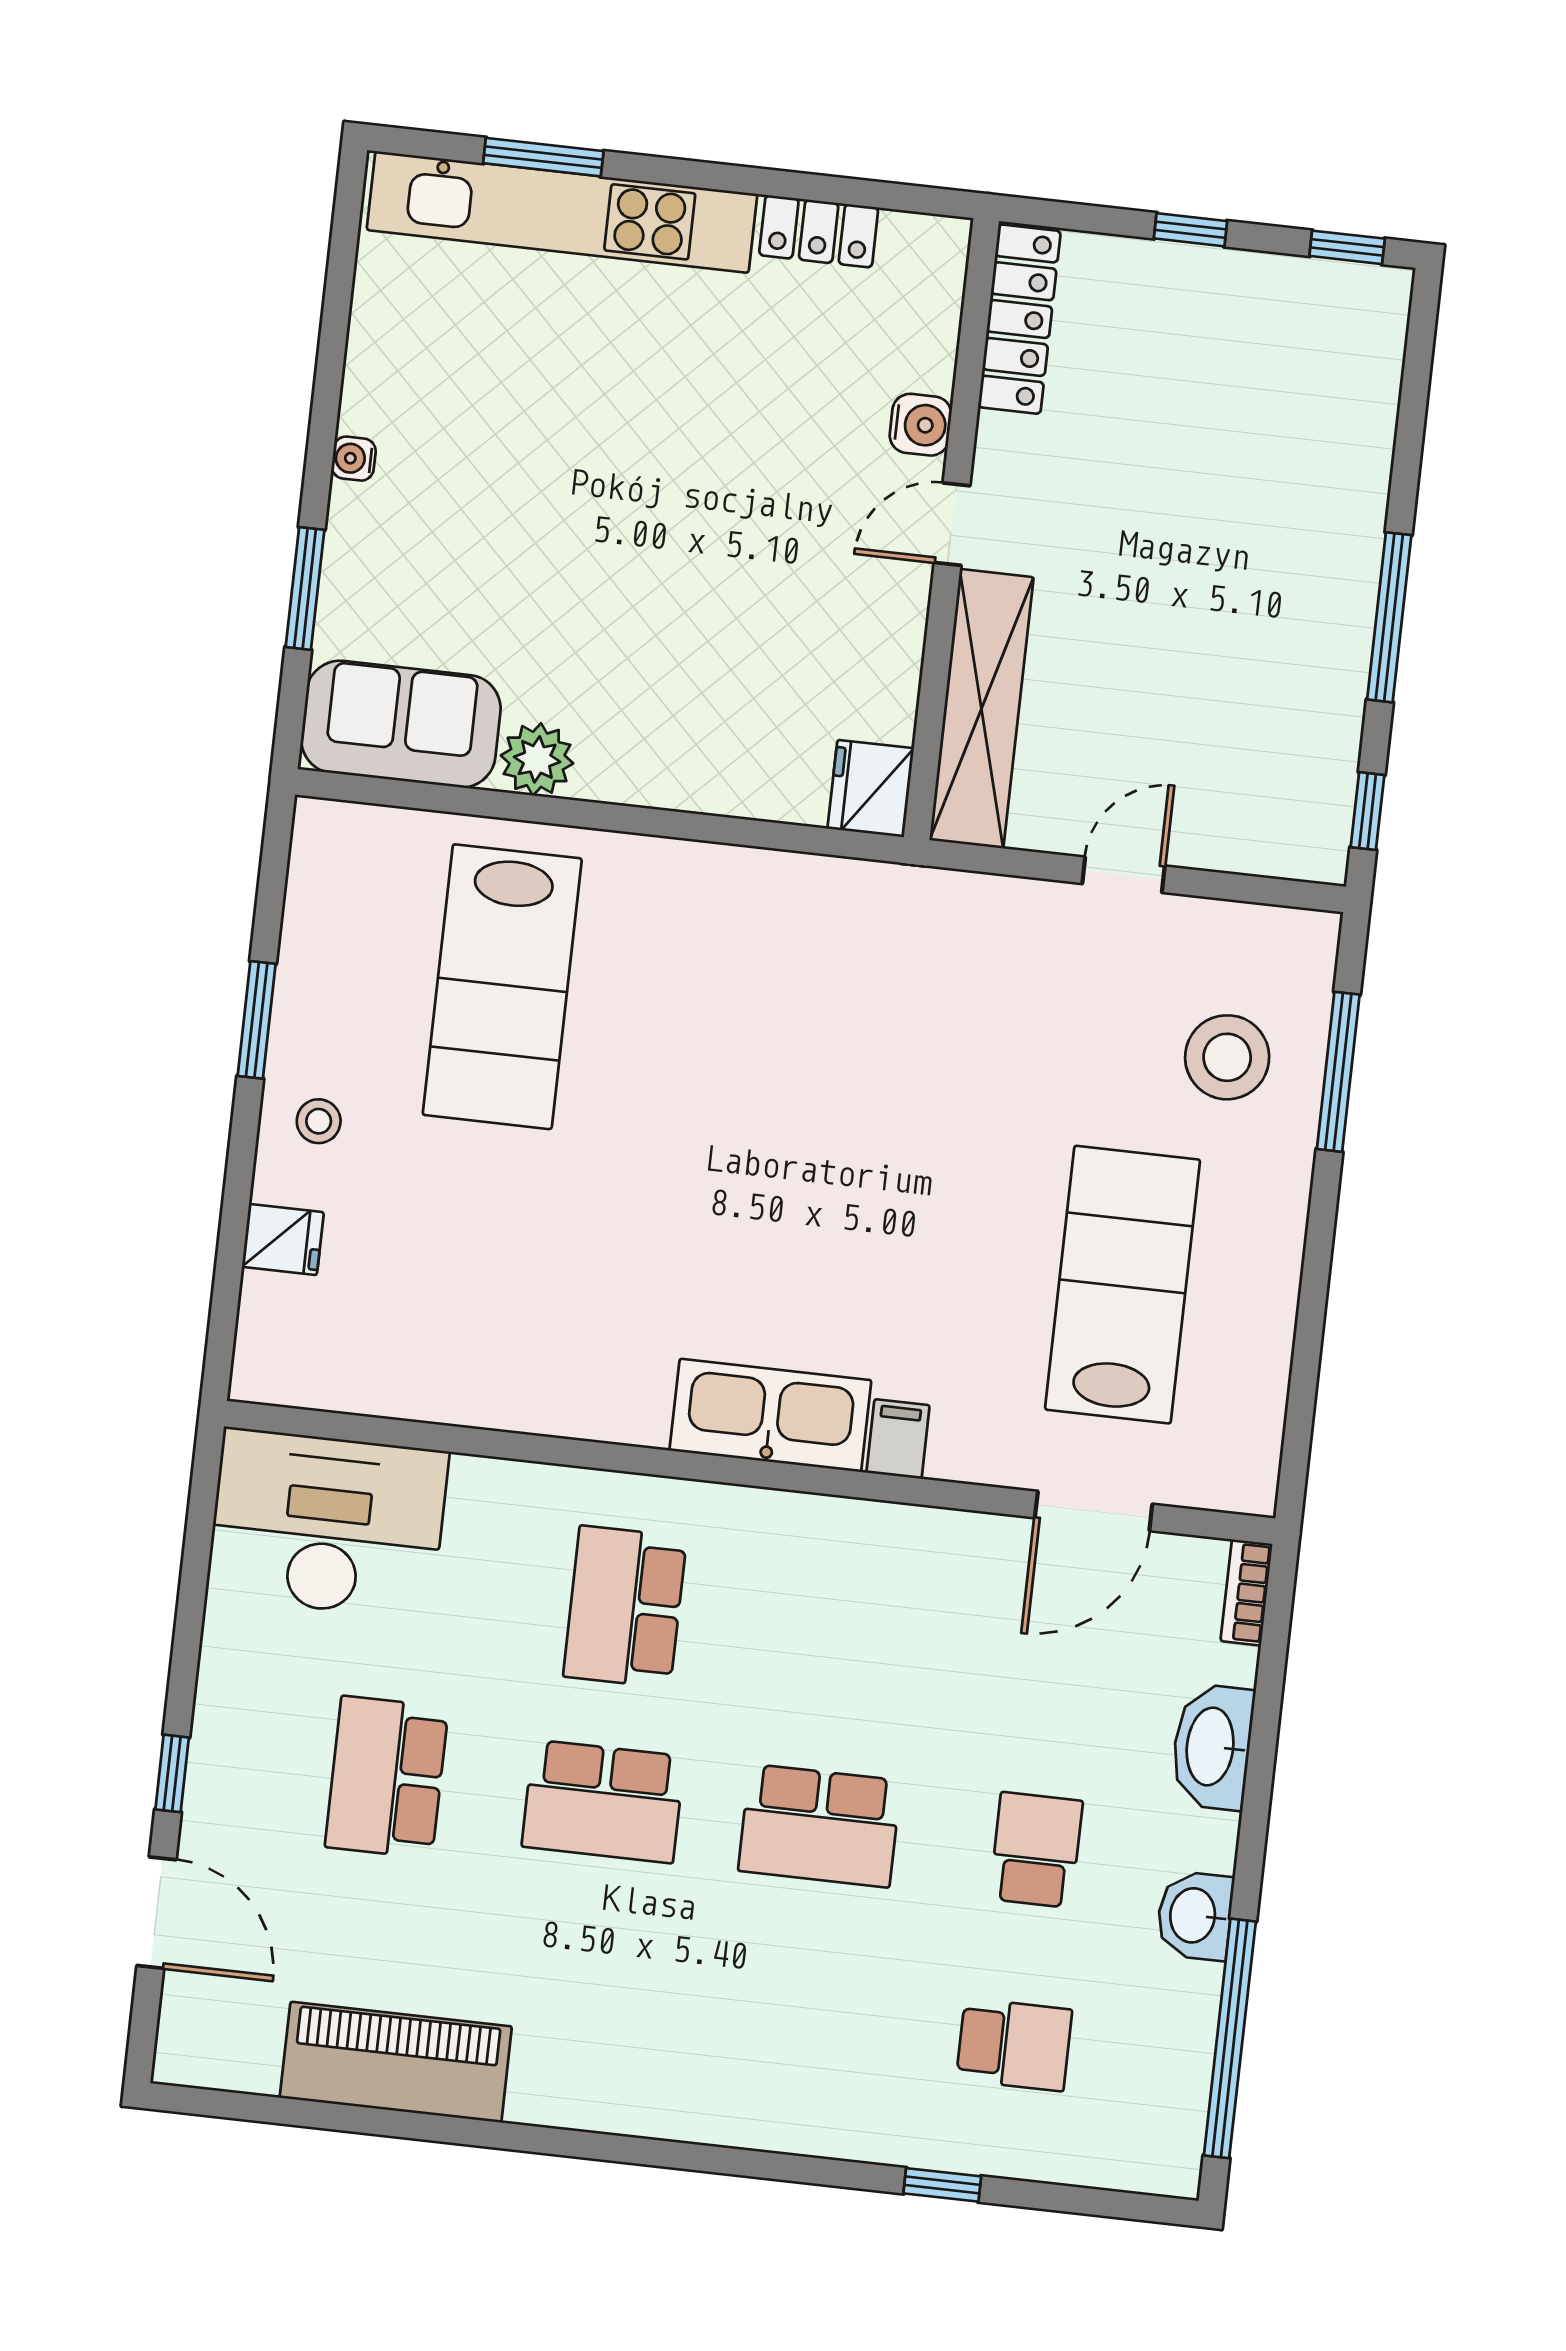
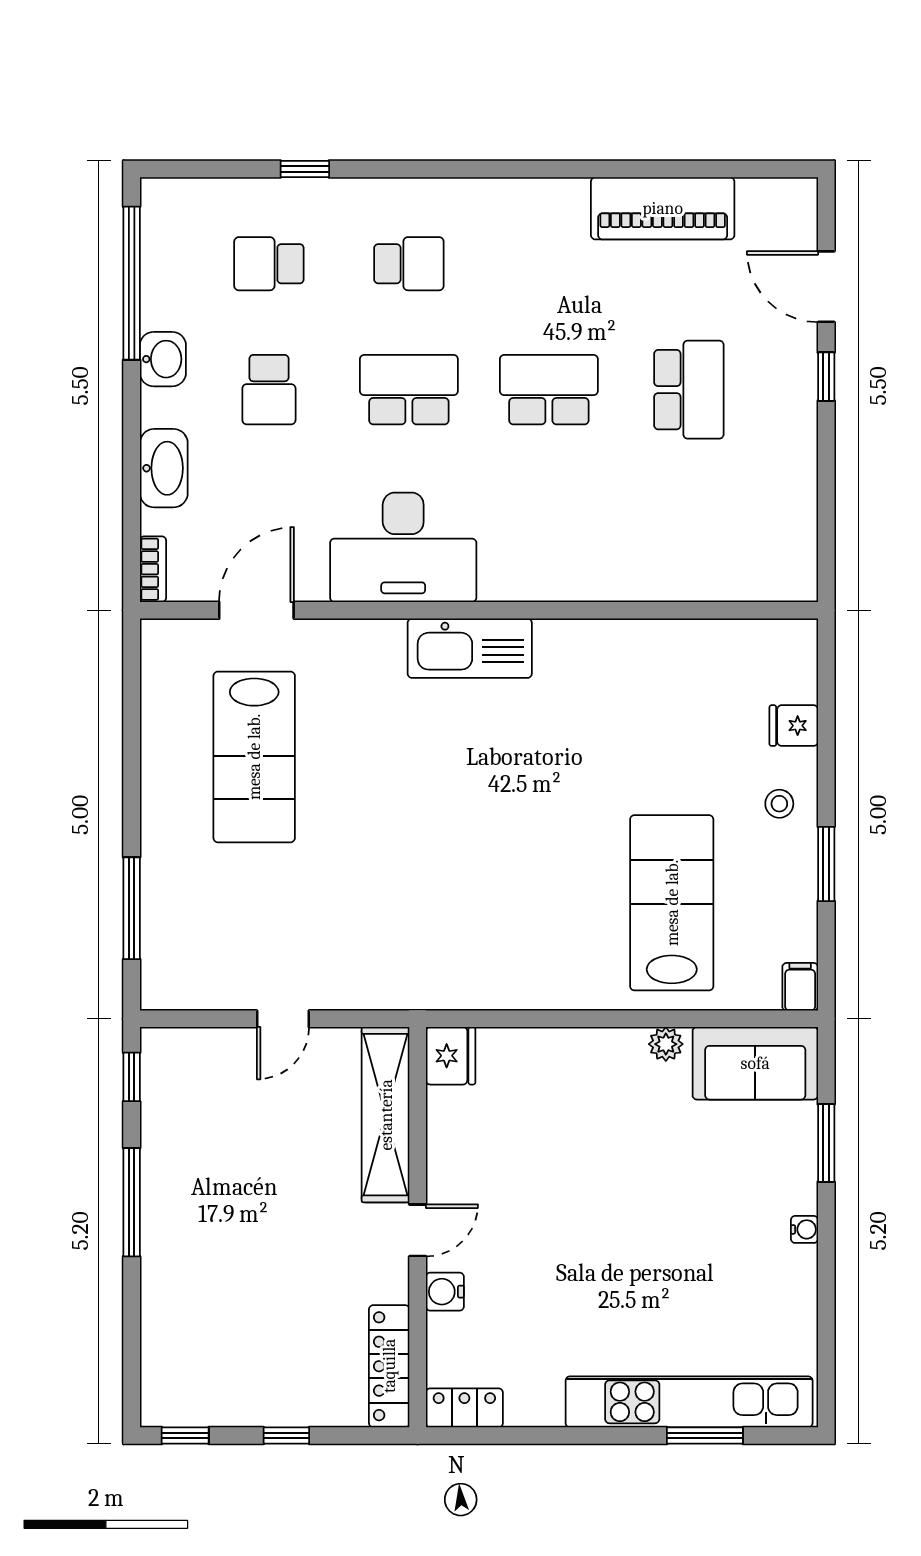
locker: (819, 231) -> (464, 1408), moved
plant: (537, 759) -> (666, 1044), width x0.73, depth x0.73
stool: (1227, 1057) -> (204, 910), removed
filing cabinet: (898, 1439) -> (800, 987), moved, turned 180
desk: (327, 1524) -> (403, 547), moved
school desk: (625, 1607) -> (409, 264), moved, width x0.54

